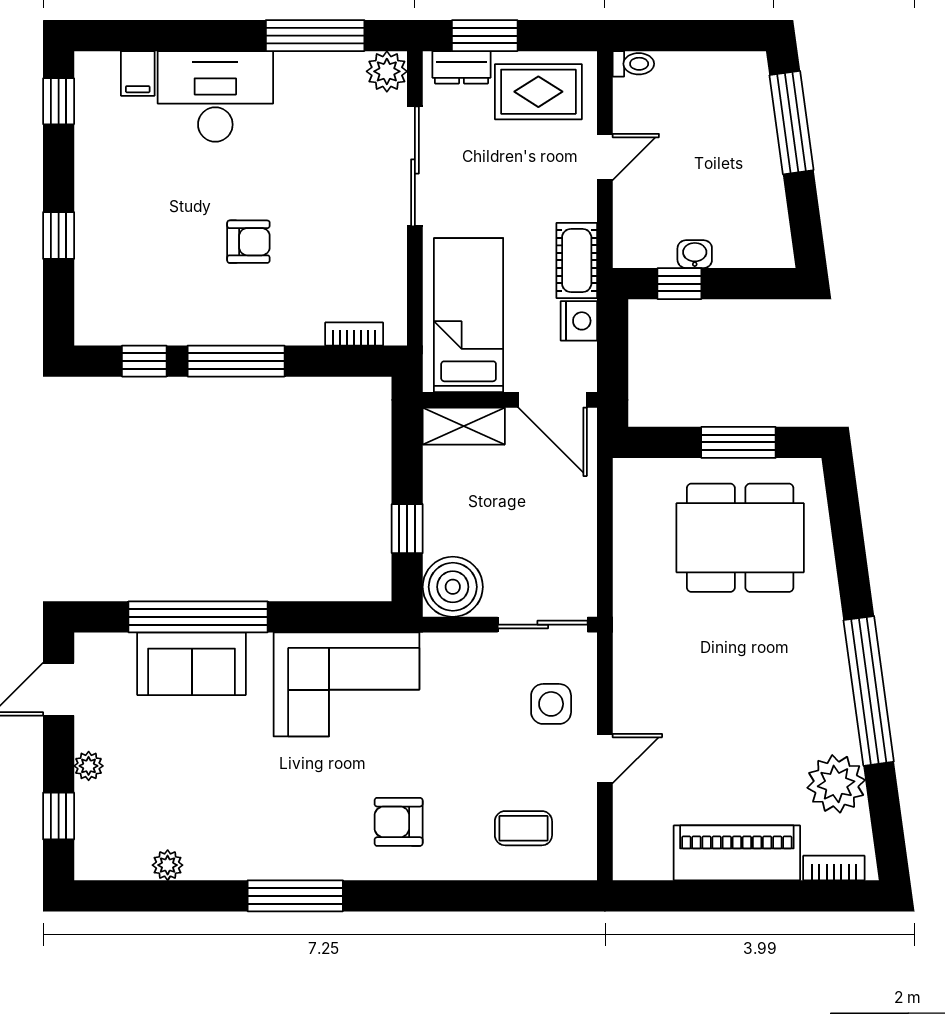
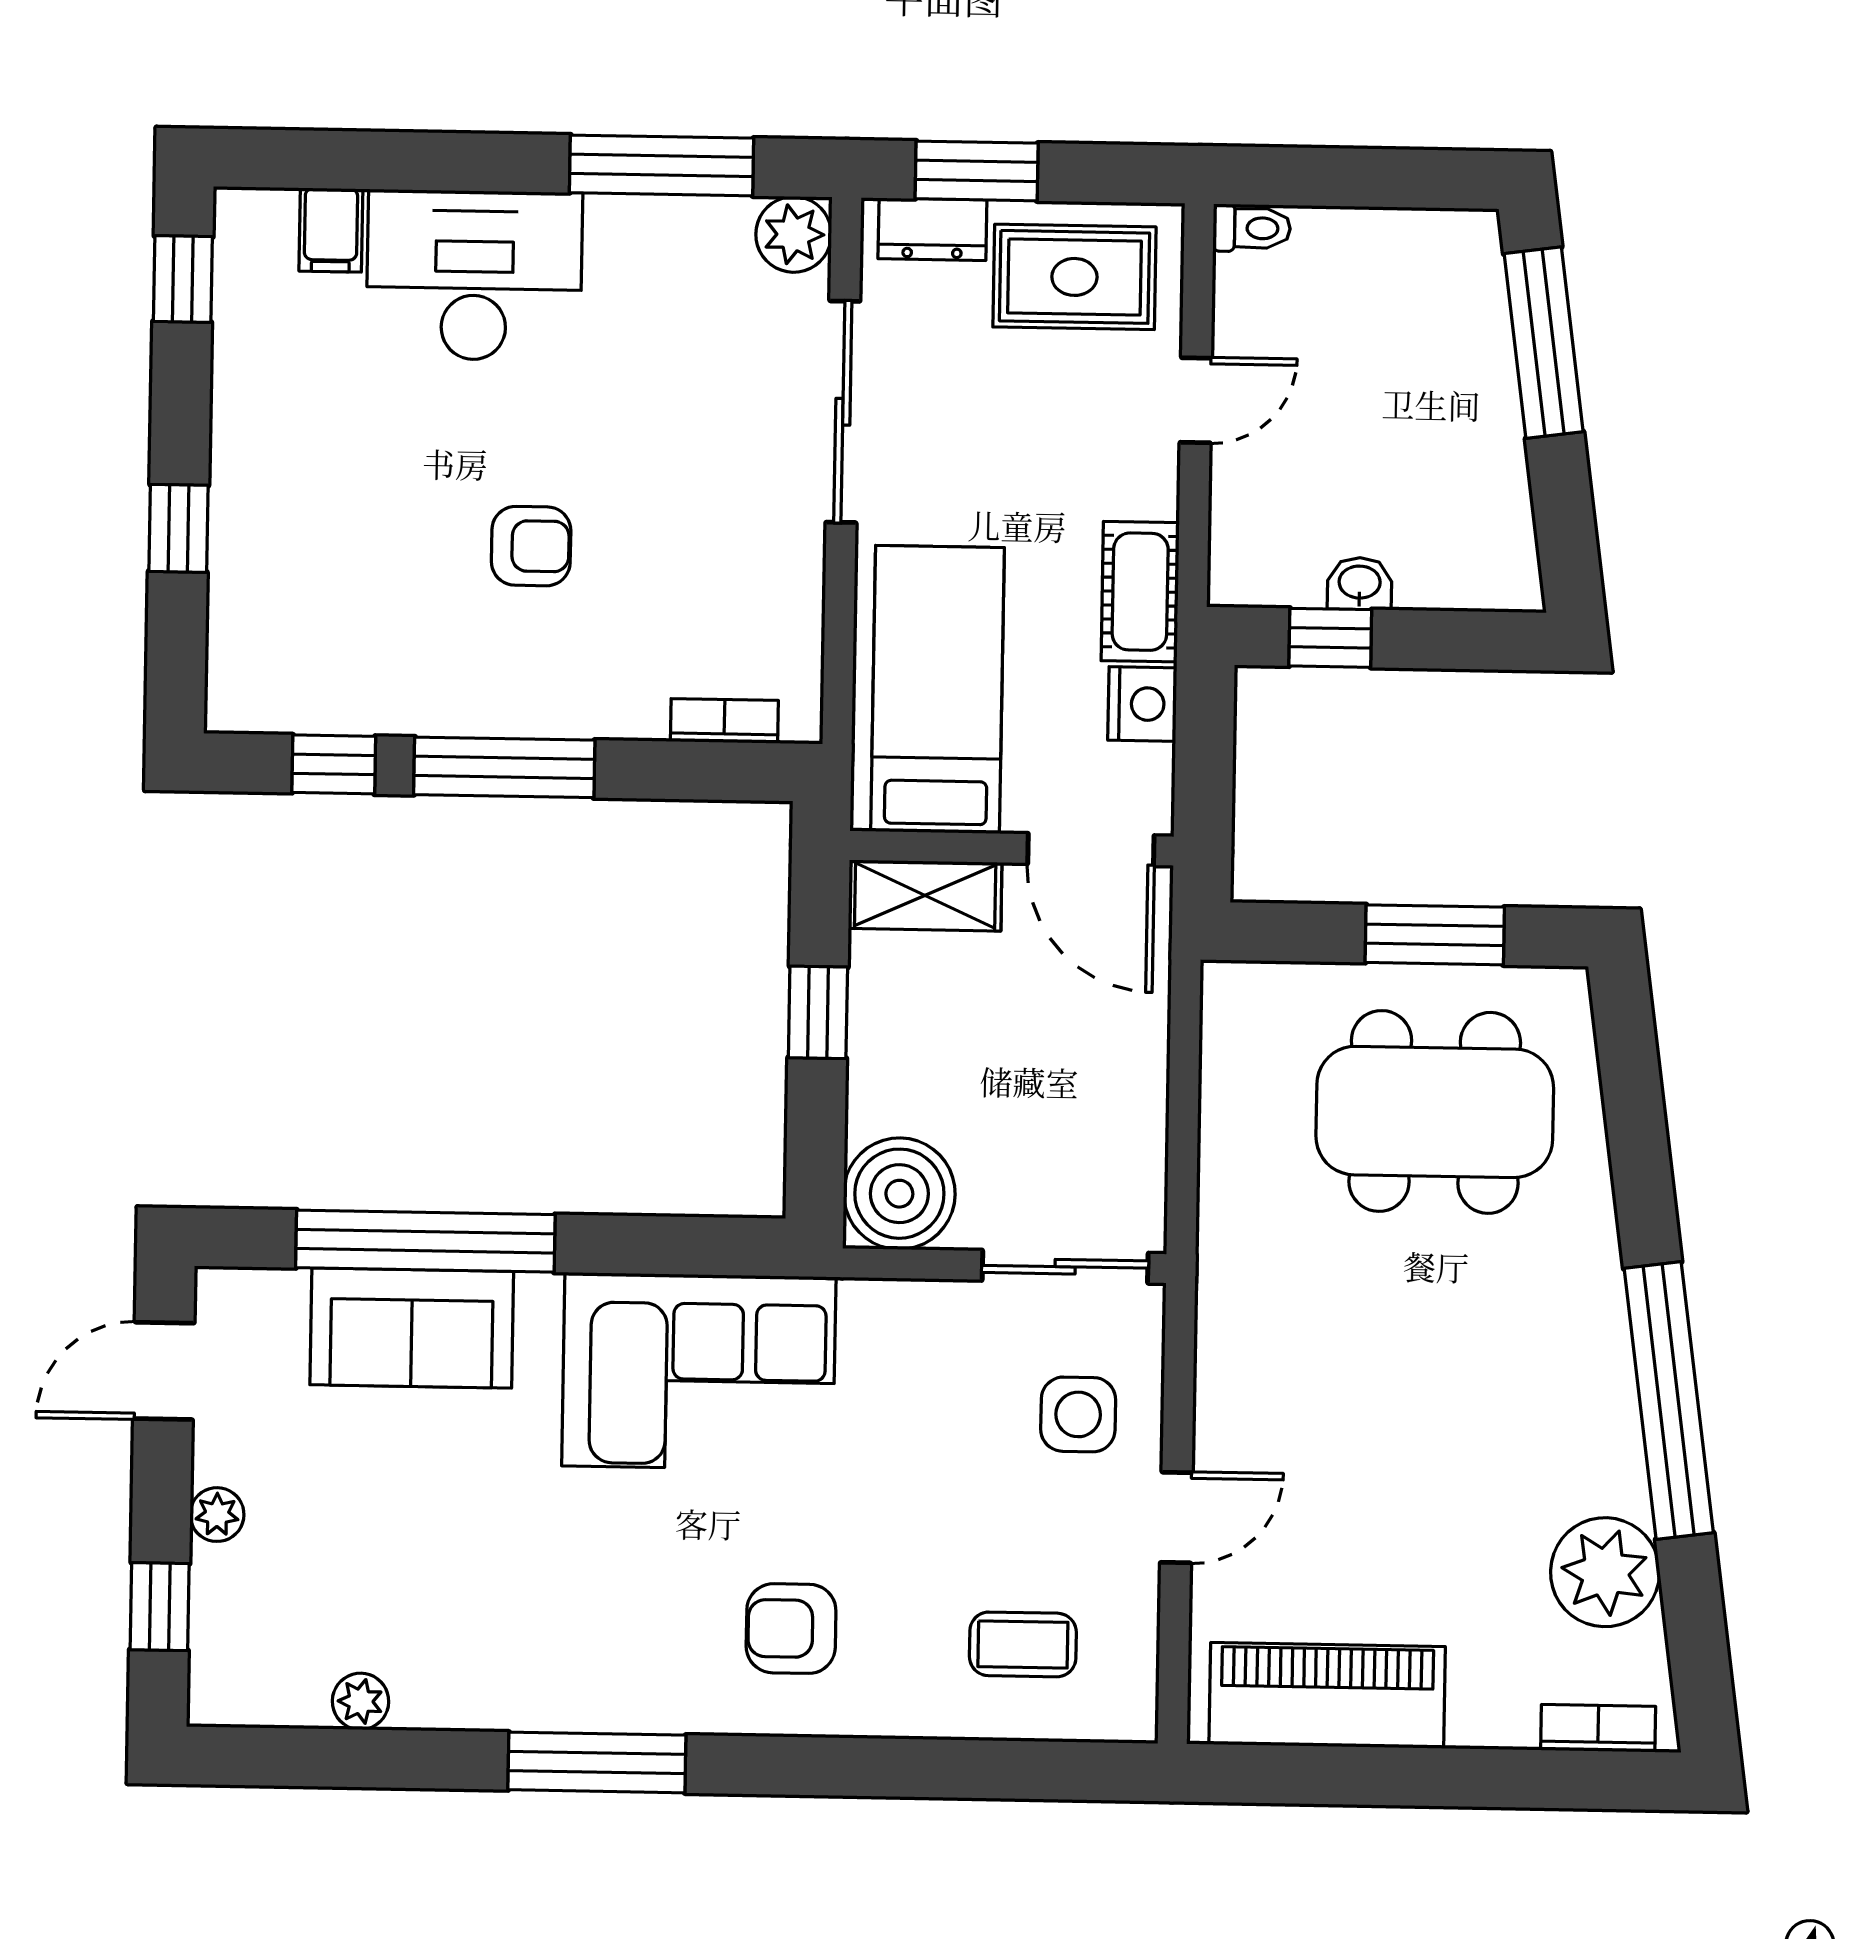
window: (407, 529) -> (818, 1012), moved
piano: (737, 853) -> (1327, 1695), moved

